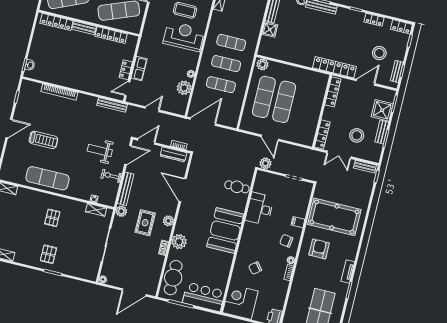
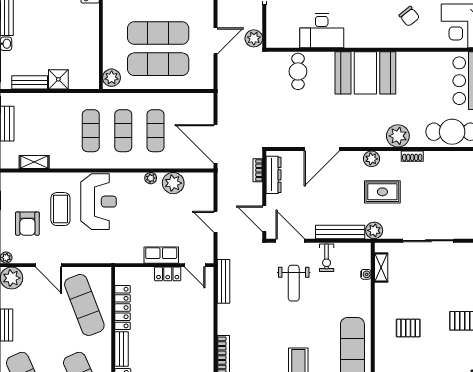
reception desk: (184, 36) -> (99, 202), turned 180

